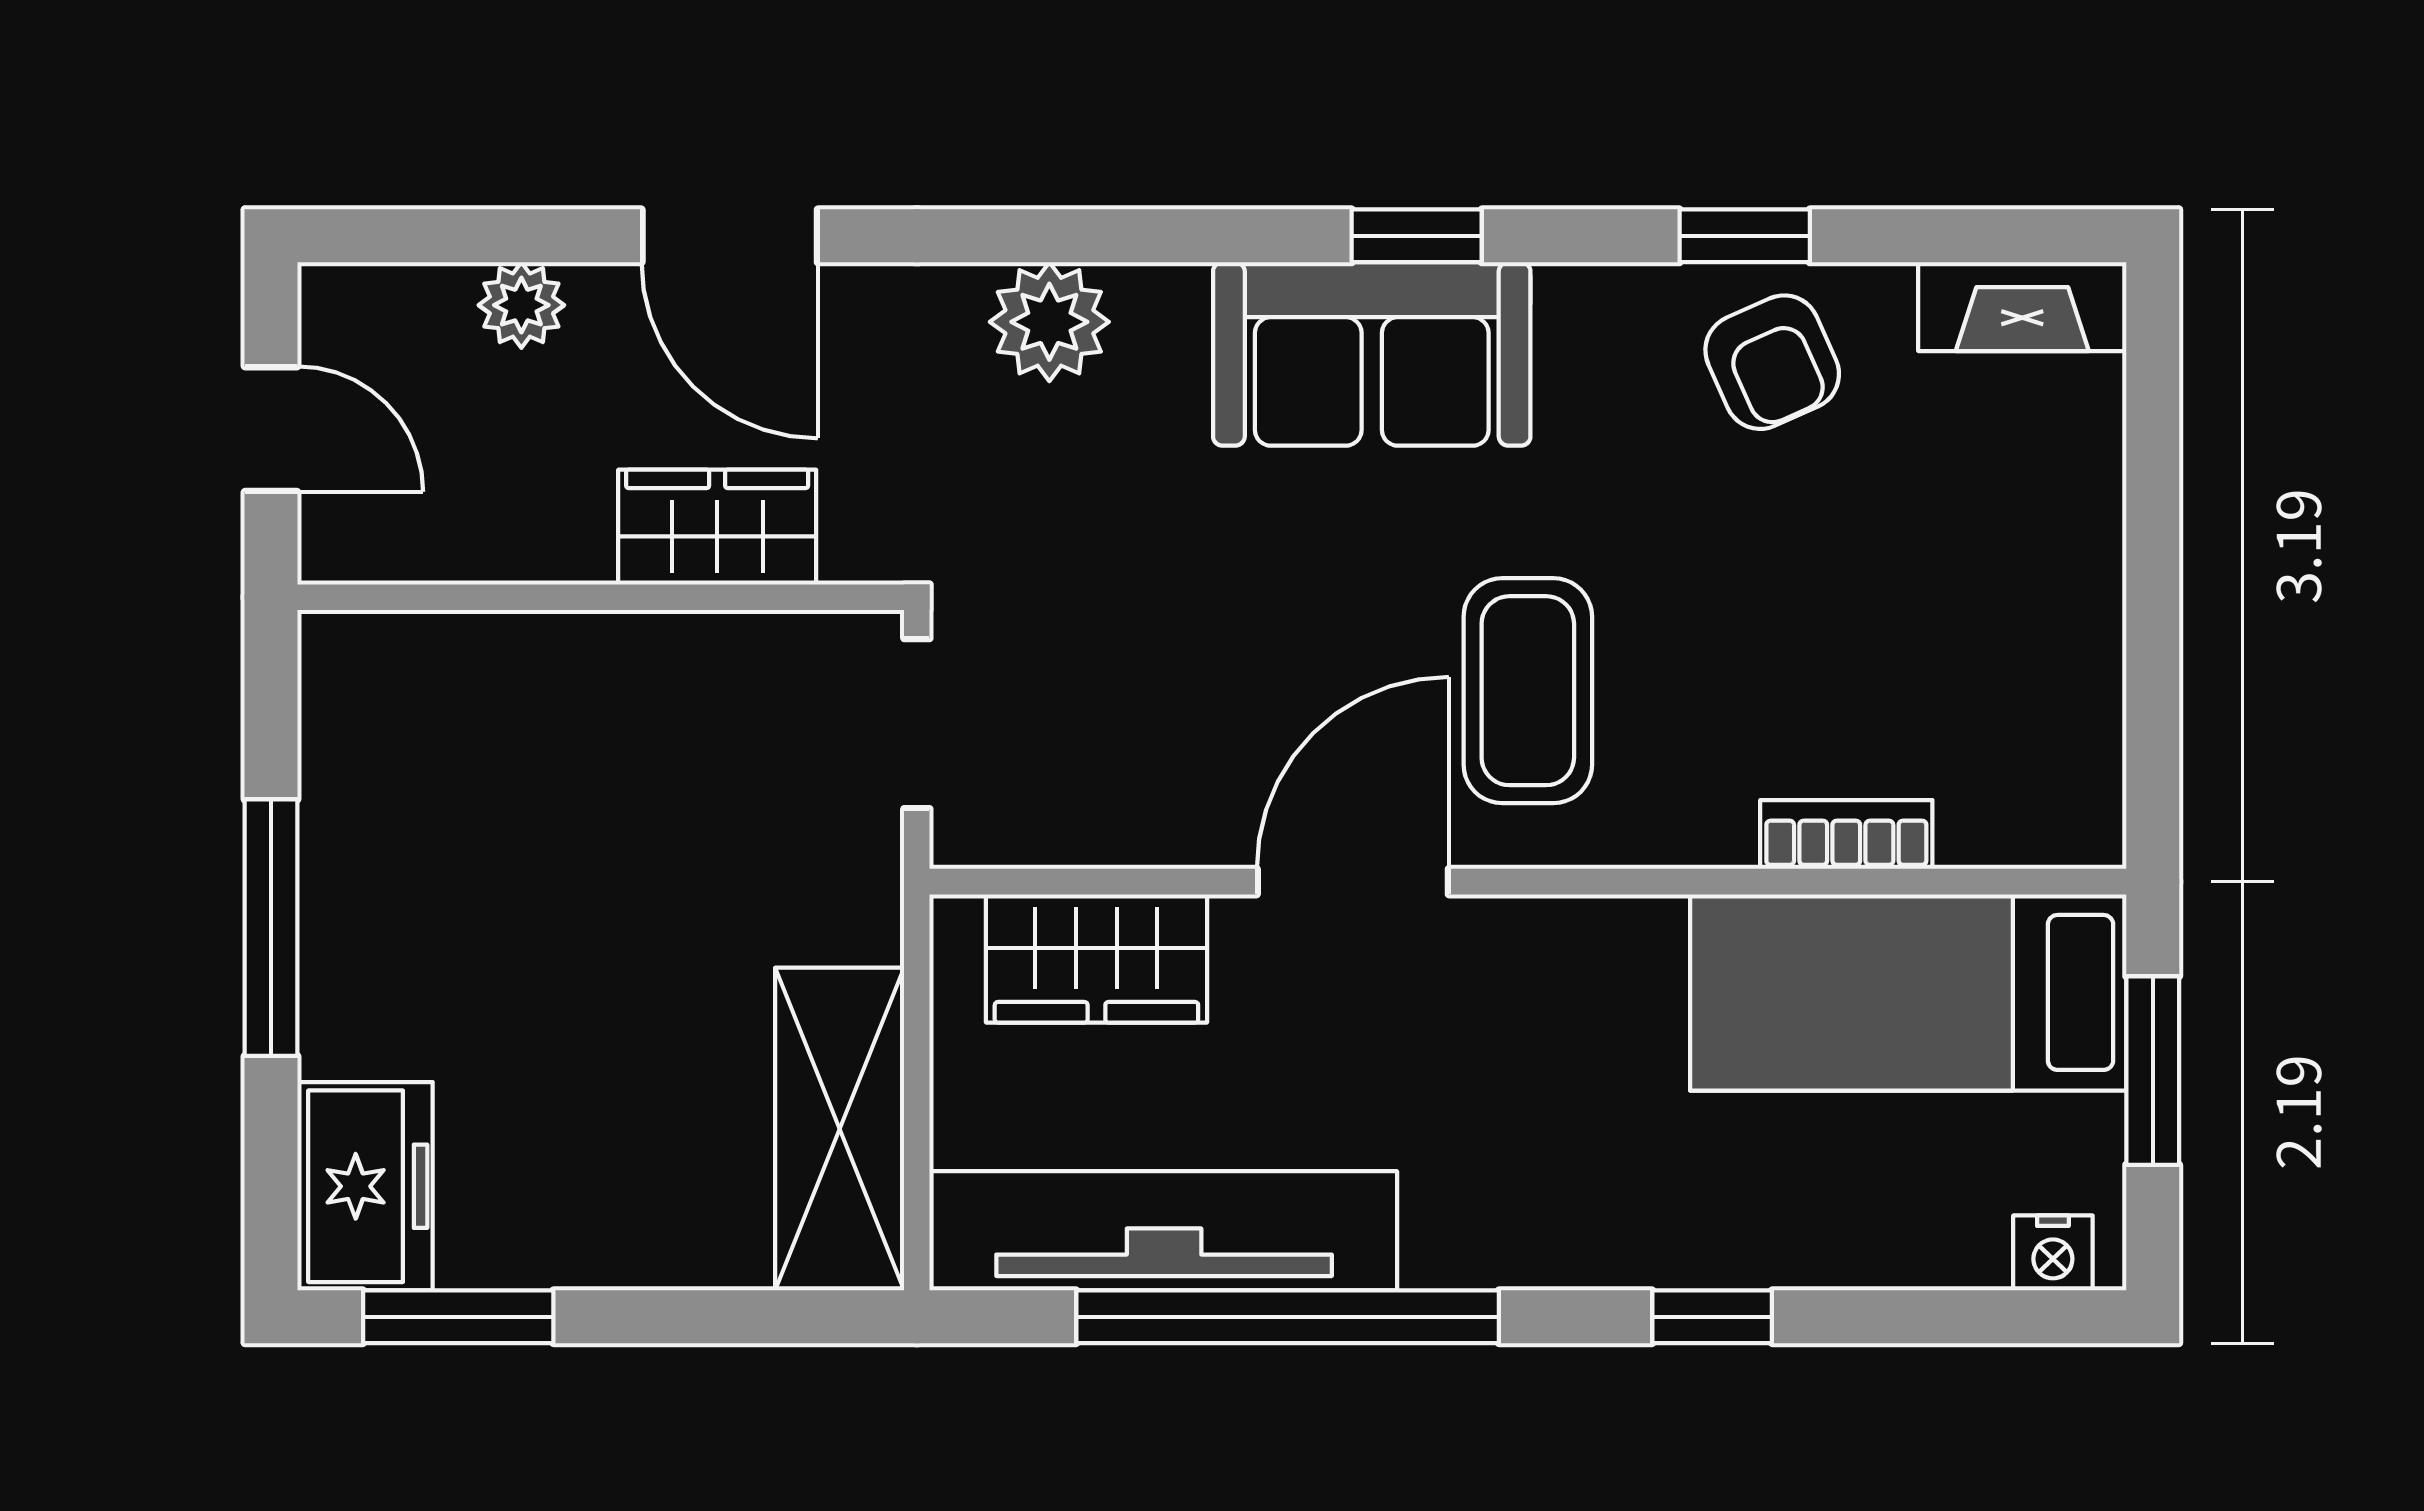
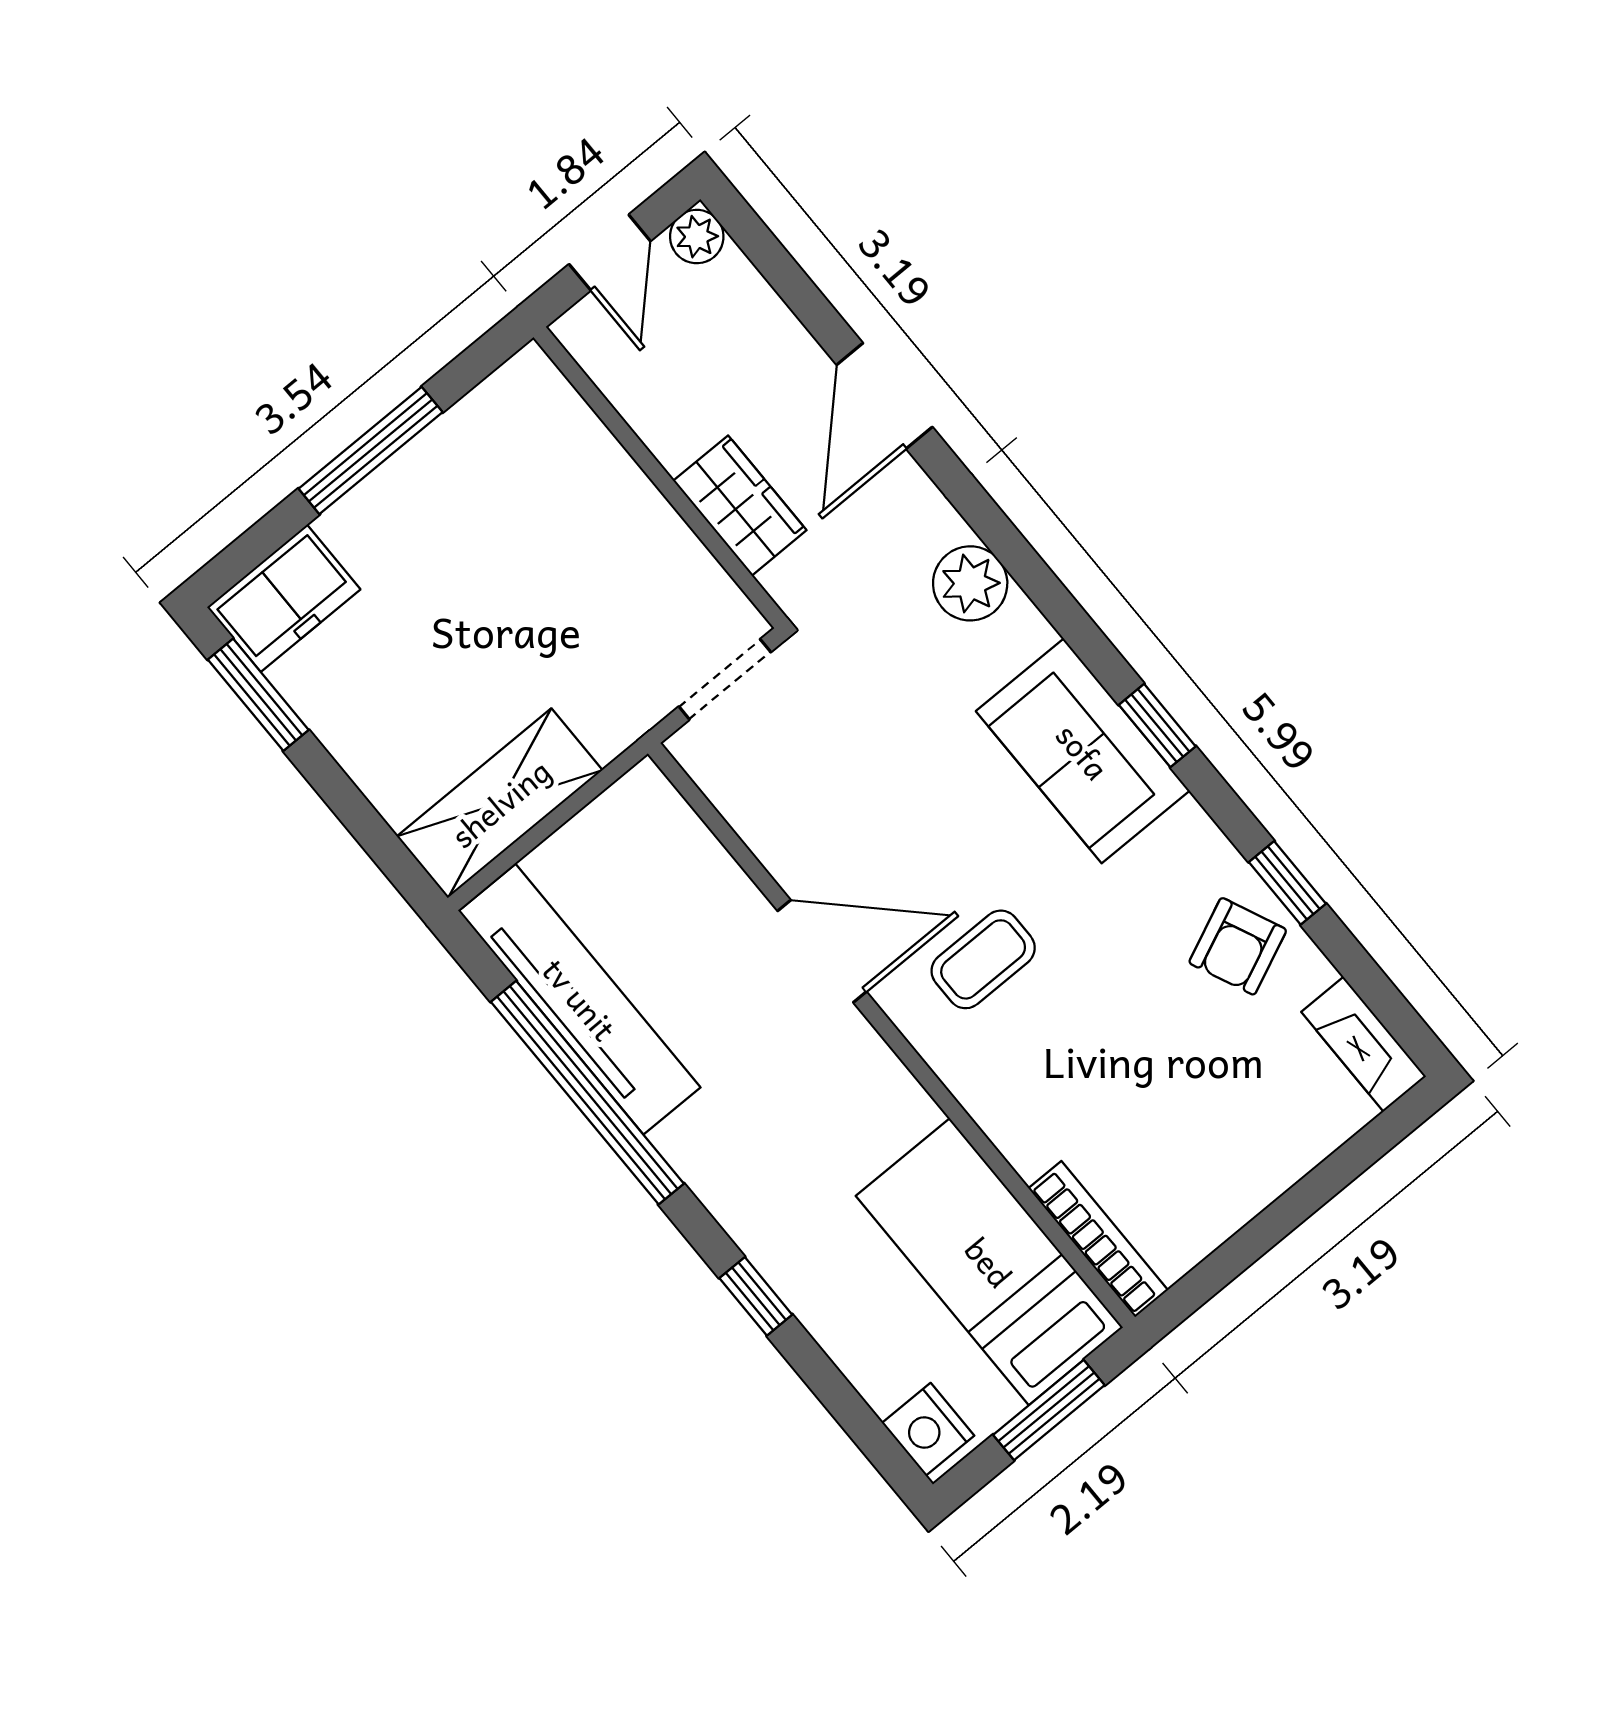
plant: (521, 305) -> (697, 237), moved
coffee table: (1528, 691) -> (983, 959), width x0.73, depth x0.77
bookcase: (1846, 835) -> (1098, 1239), moved, width x1.56
wardrobe: (1096, 958) -> (683, 859), removed
nightstand: (2053, 1253) -> (928, 1429), width x1.39, depth x1.35

